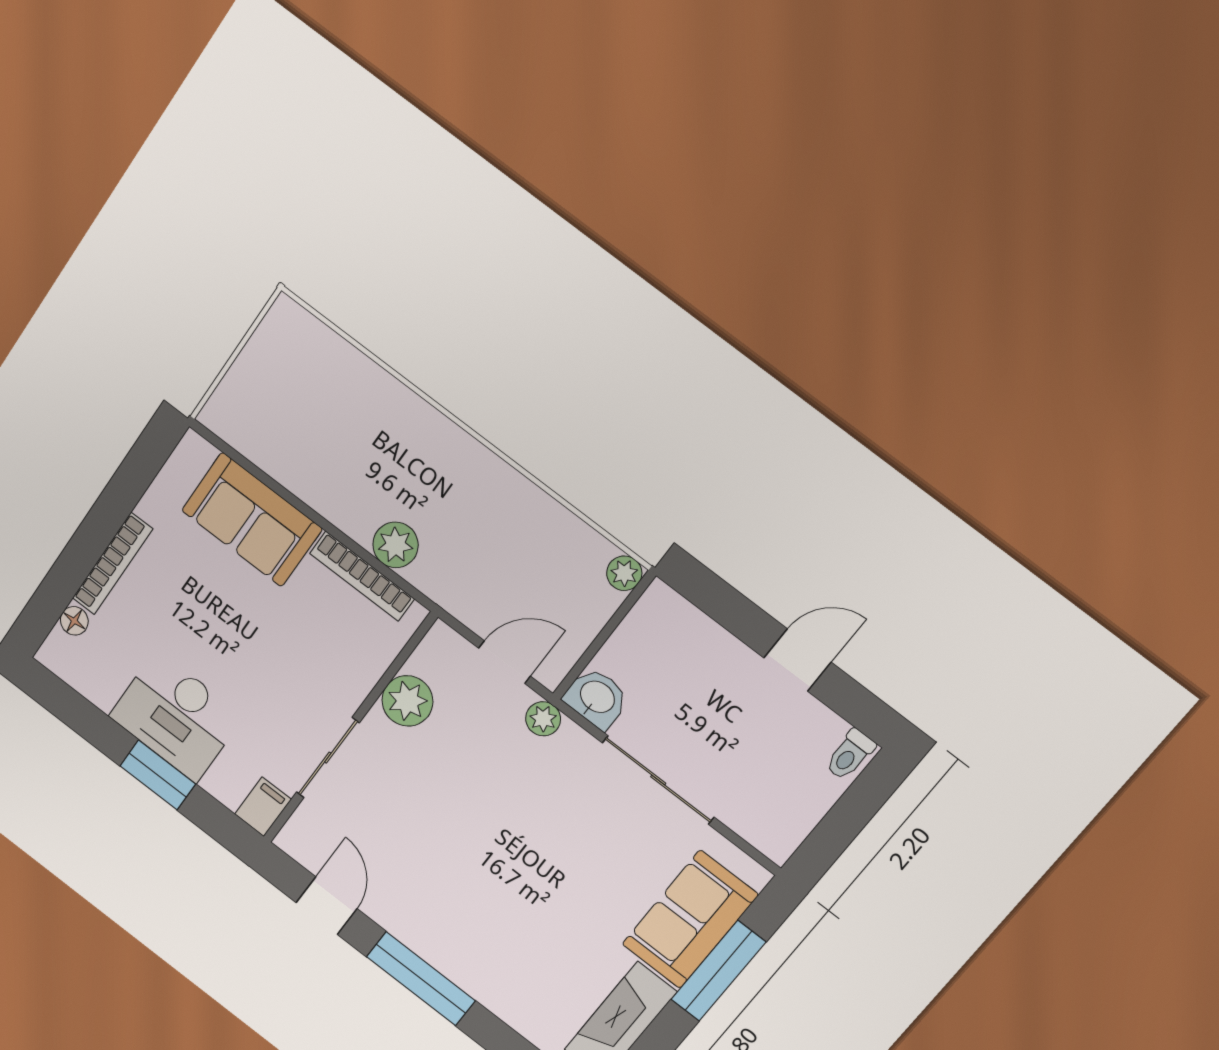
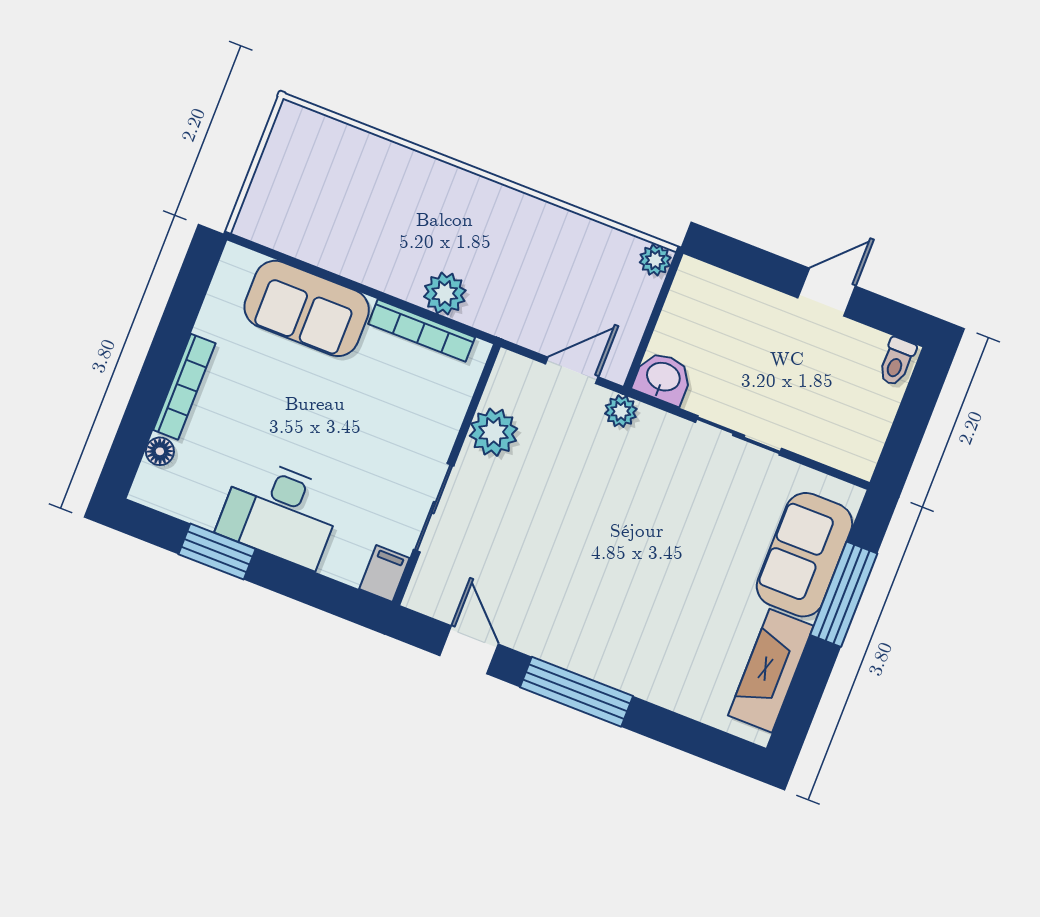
window: (158, 775) -> (217, 552), moved
sliding door: (658, 780) -> (739, 435), width x0.73

